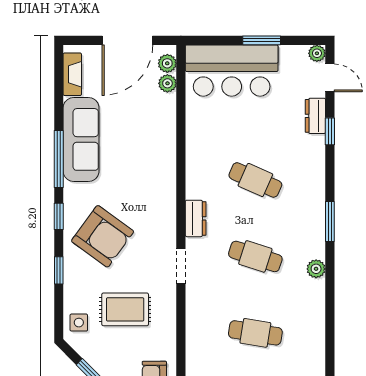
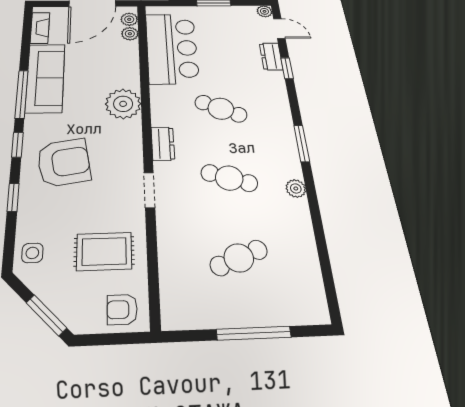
bar counter: (232, 71) -> (172, 48), moved, turned -90
plant: (159, 172) -> (123, 104), added
armchair: (103, 236) -> (64, 162), turned -45
rug: (125, 309) -> (104, 251), moved
cafe table: (255, 333) -> (239, 258), turned -30

